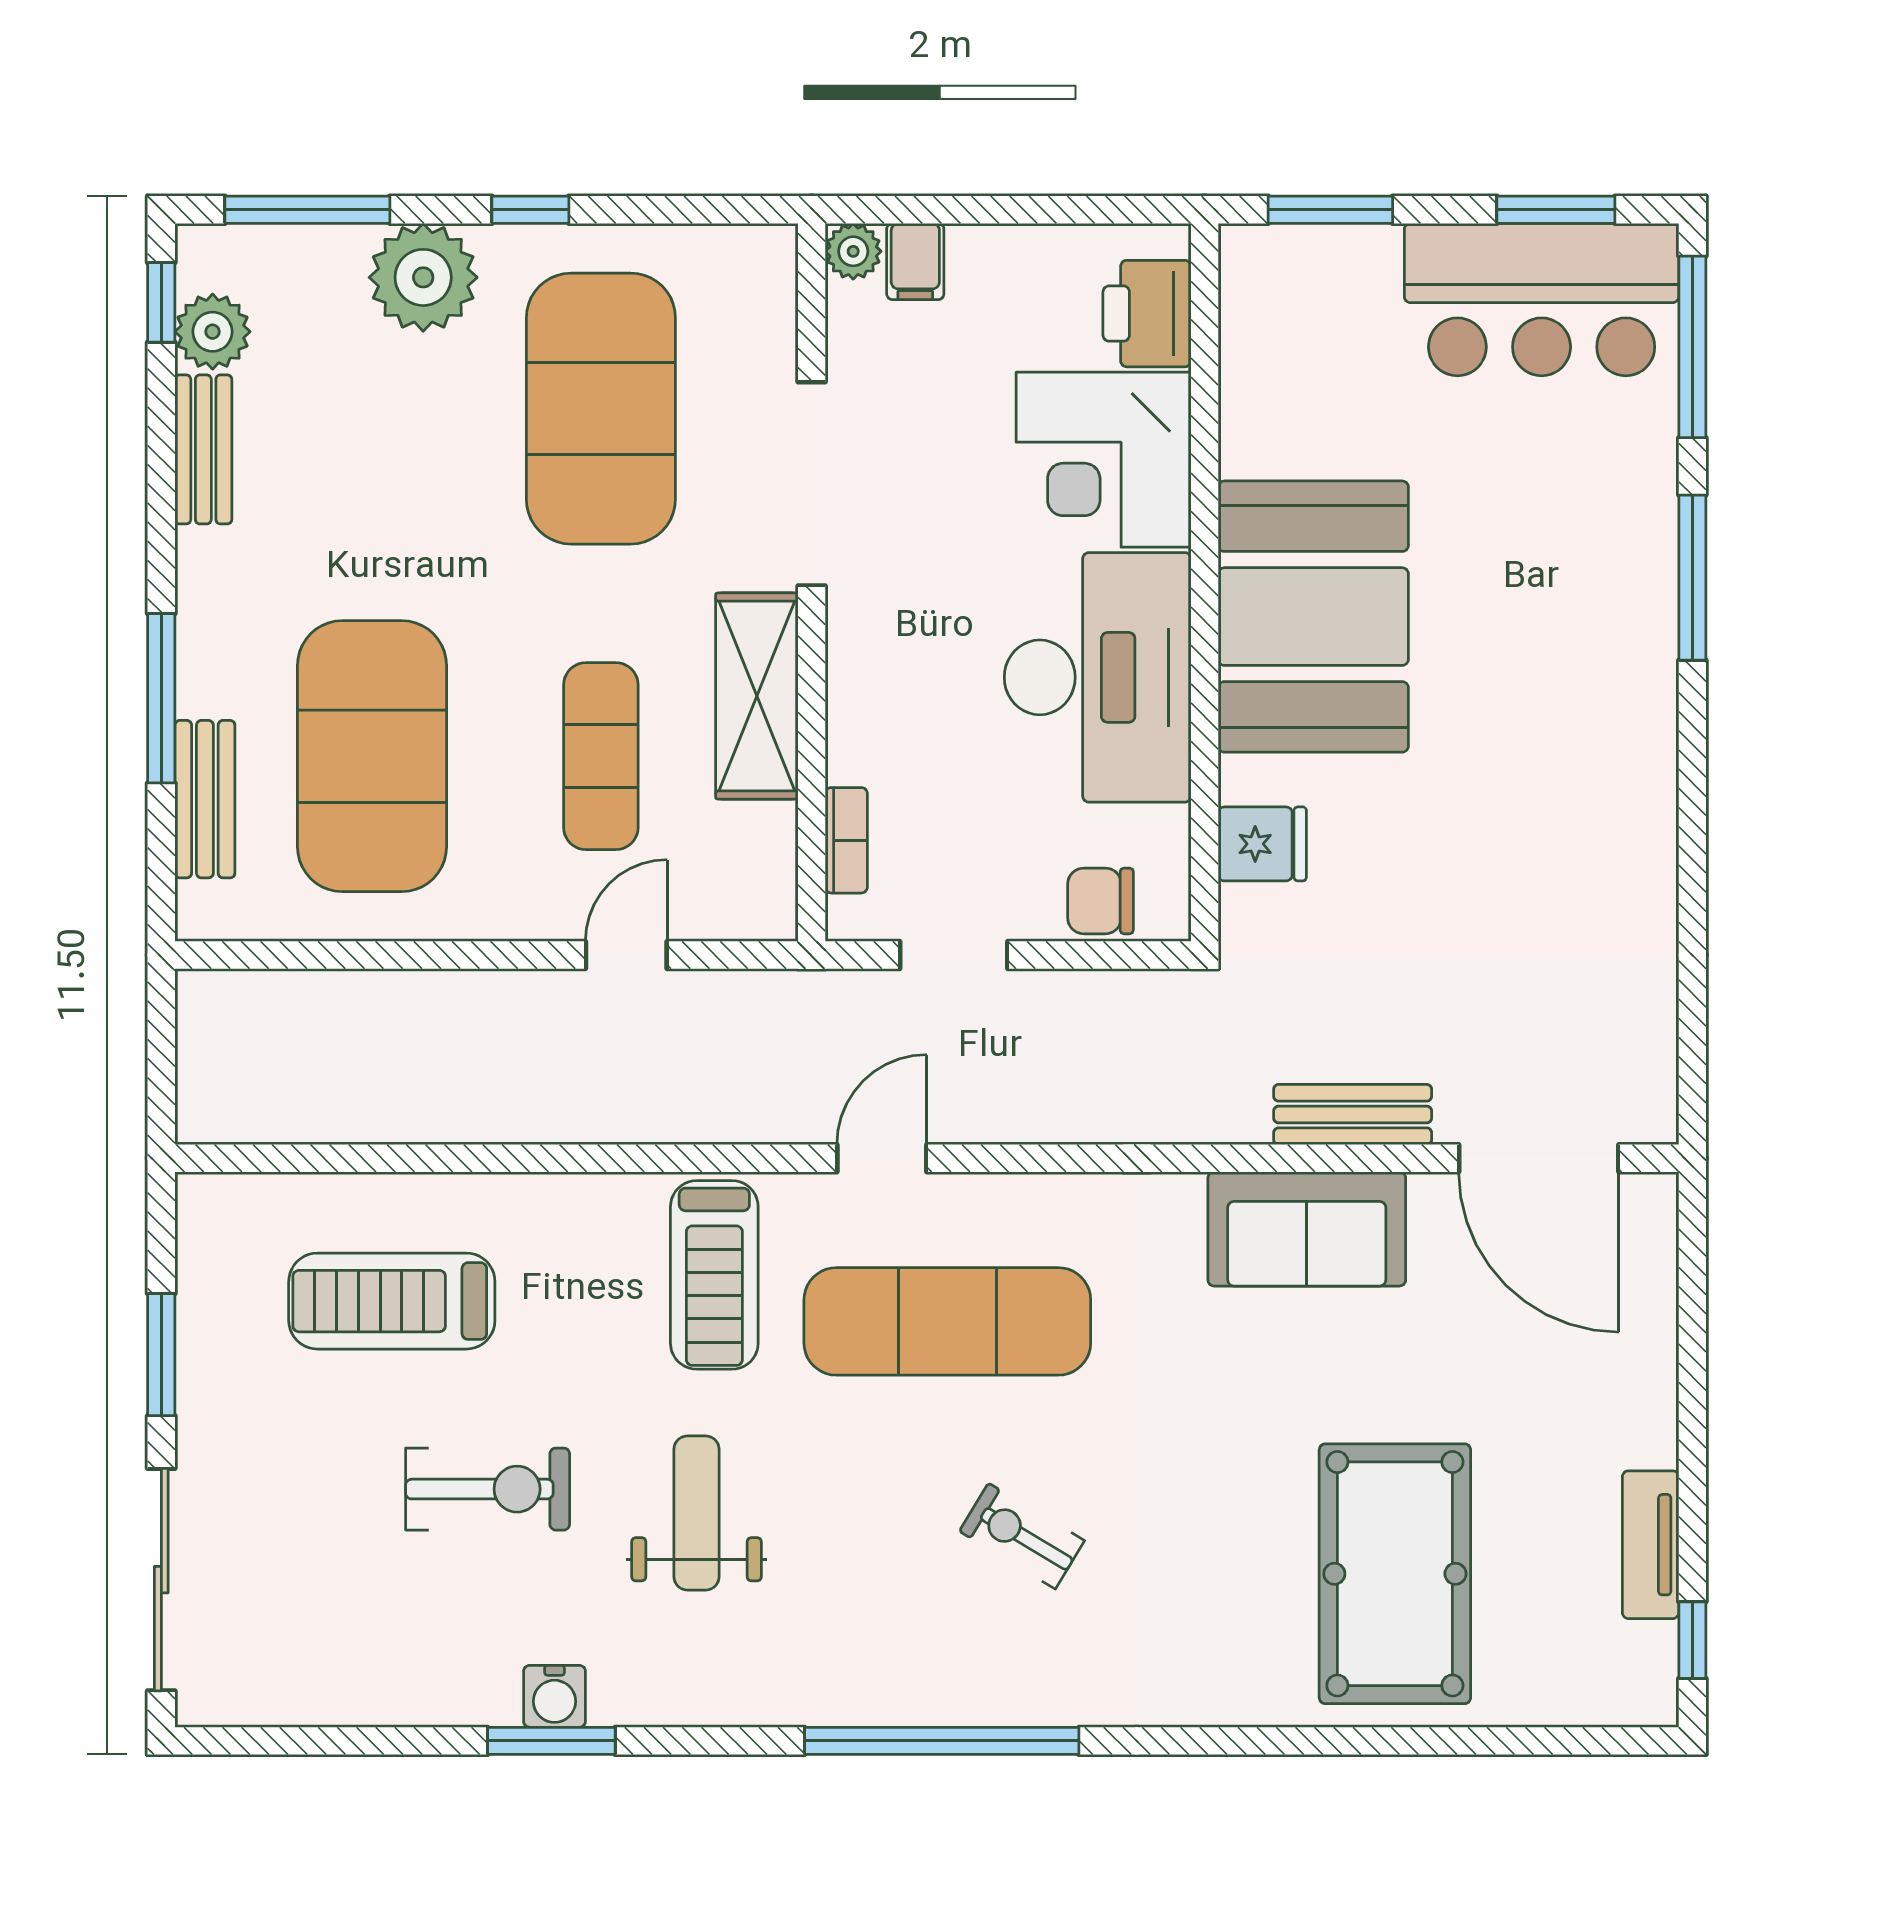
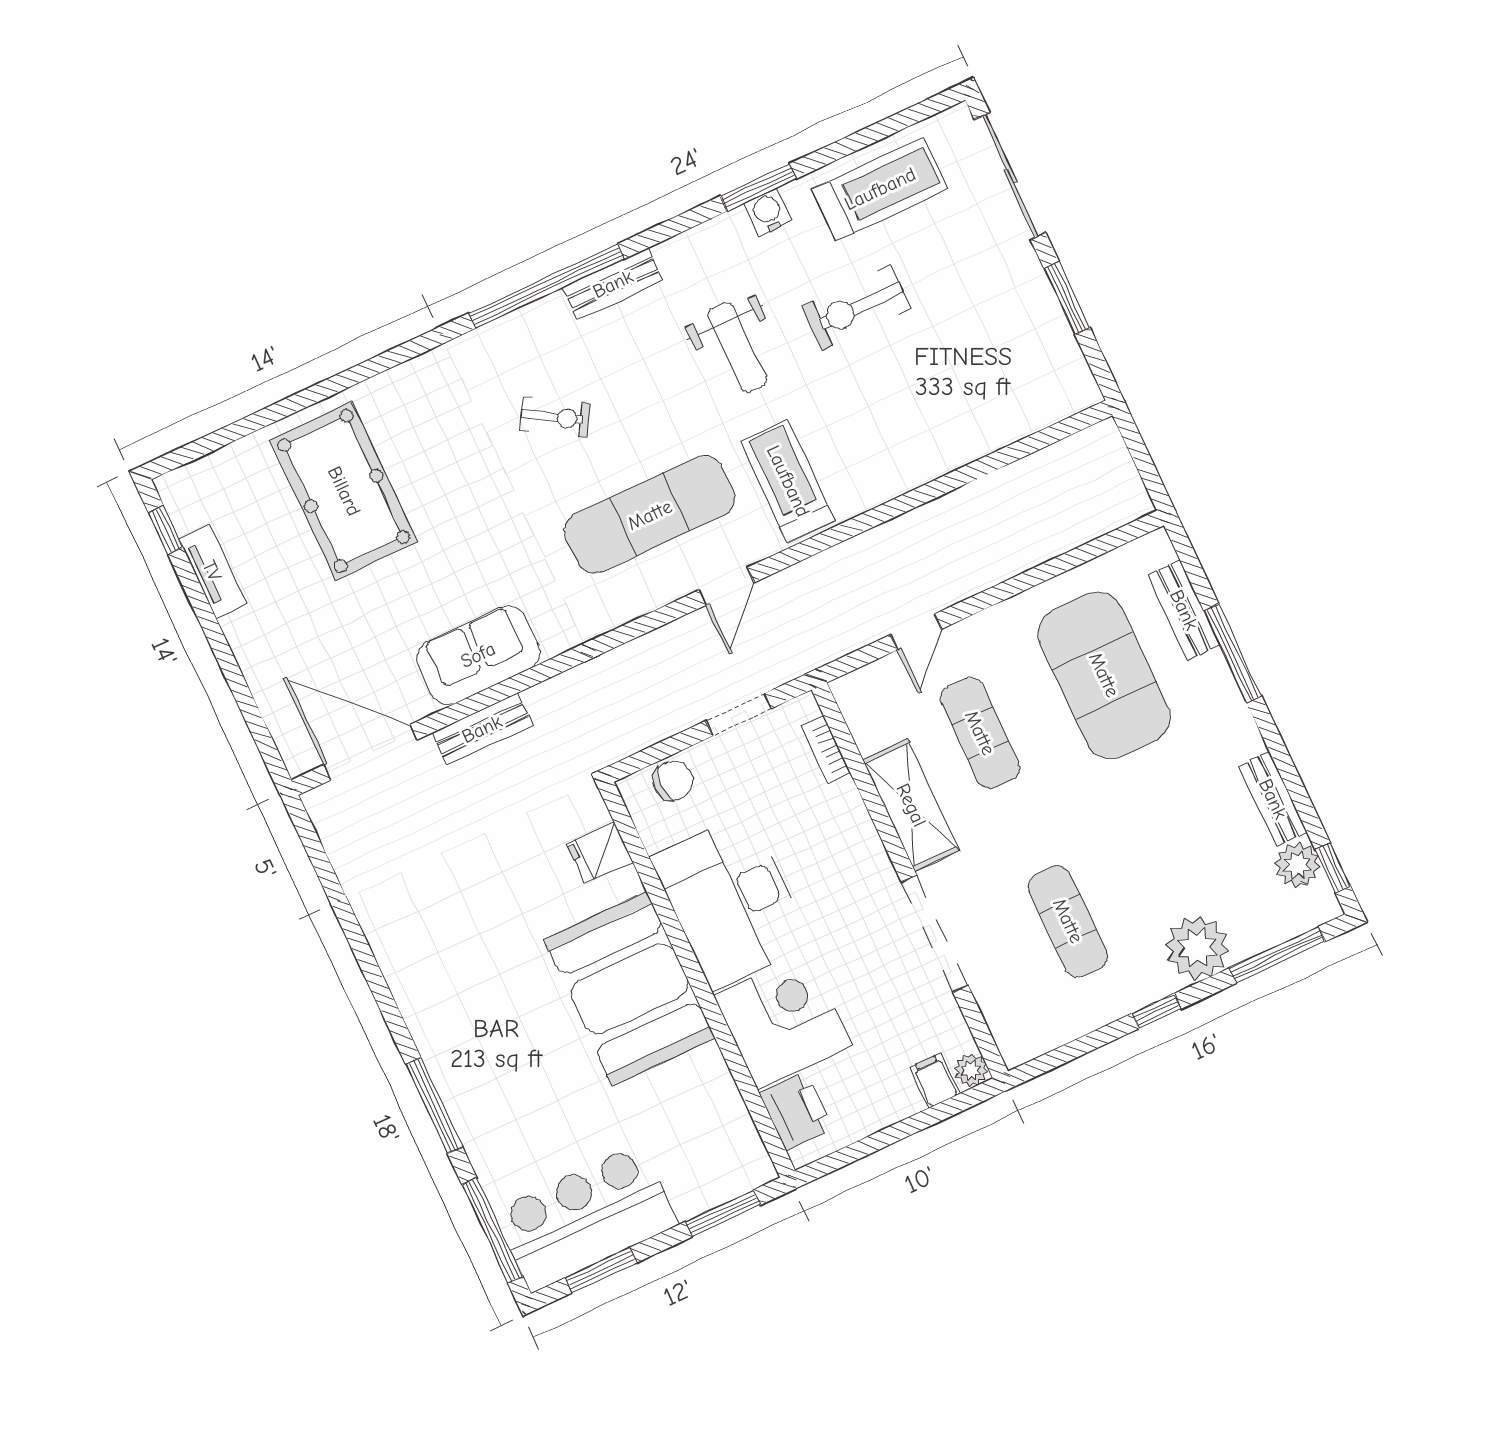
exercise mat: (601, 409) -> (1068, 921), width x0.50, depth x0.69
treadmill: (392, 1301) -> (880, 189), moved
bench: (840, 1697) -> (613, 284), added

